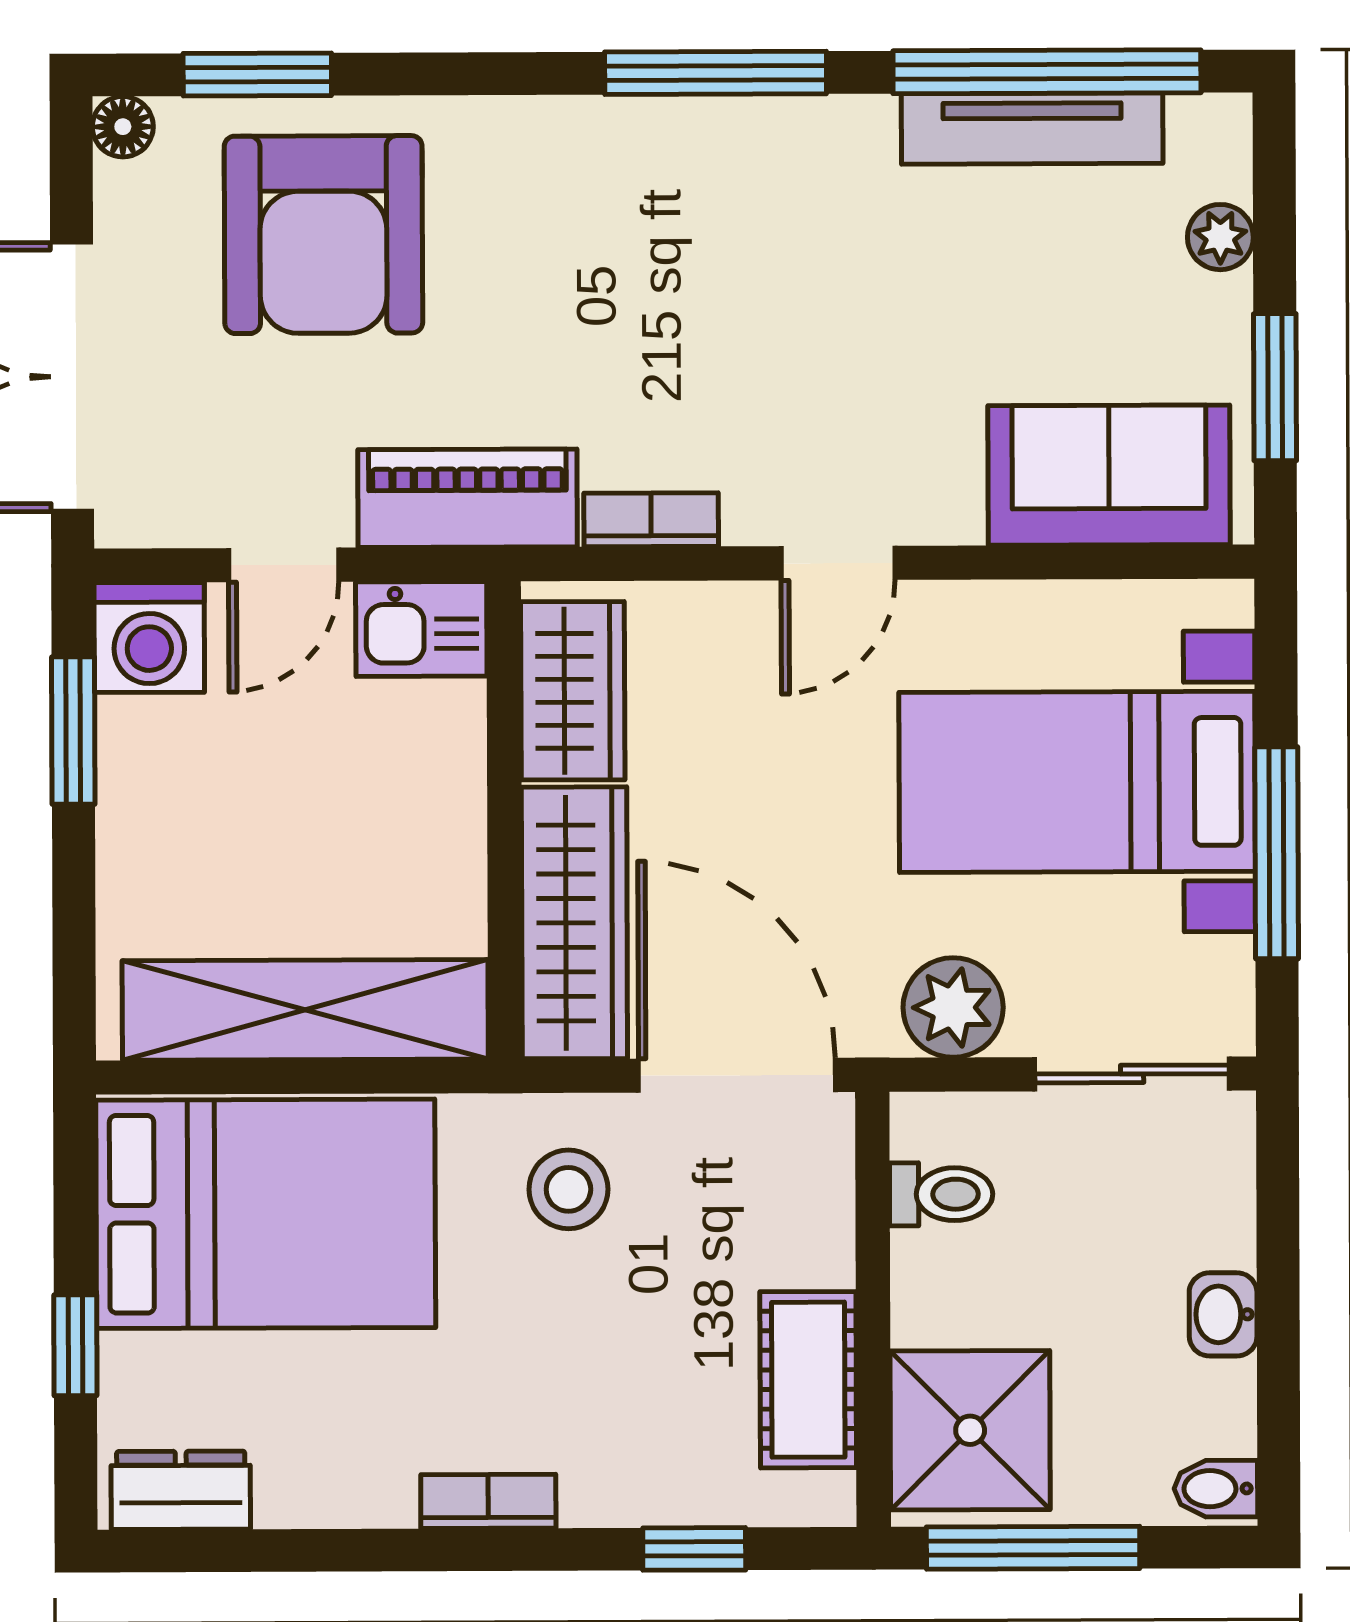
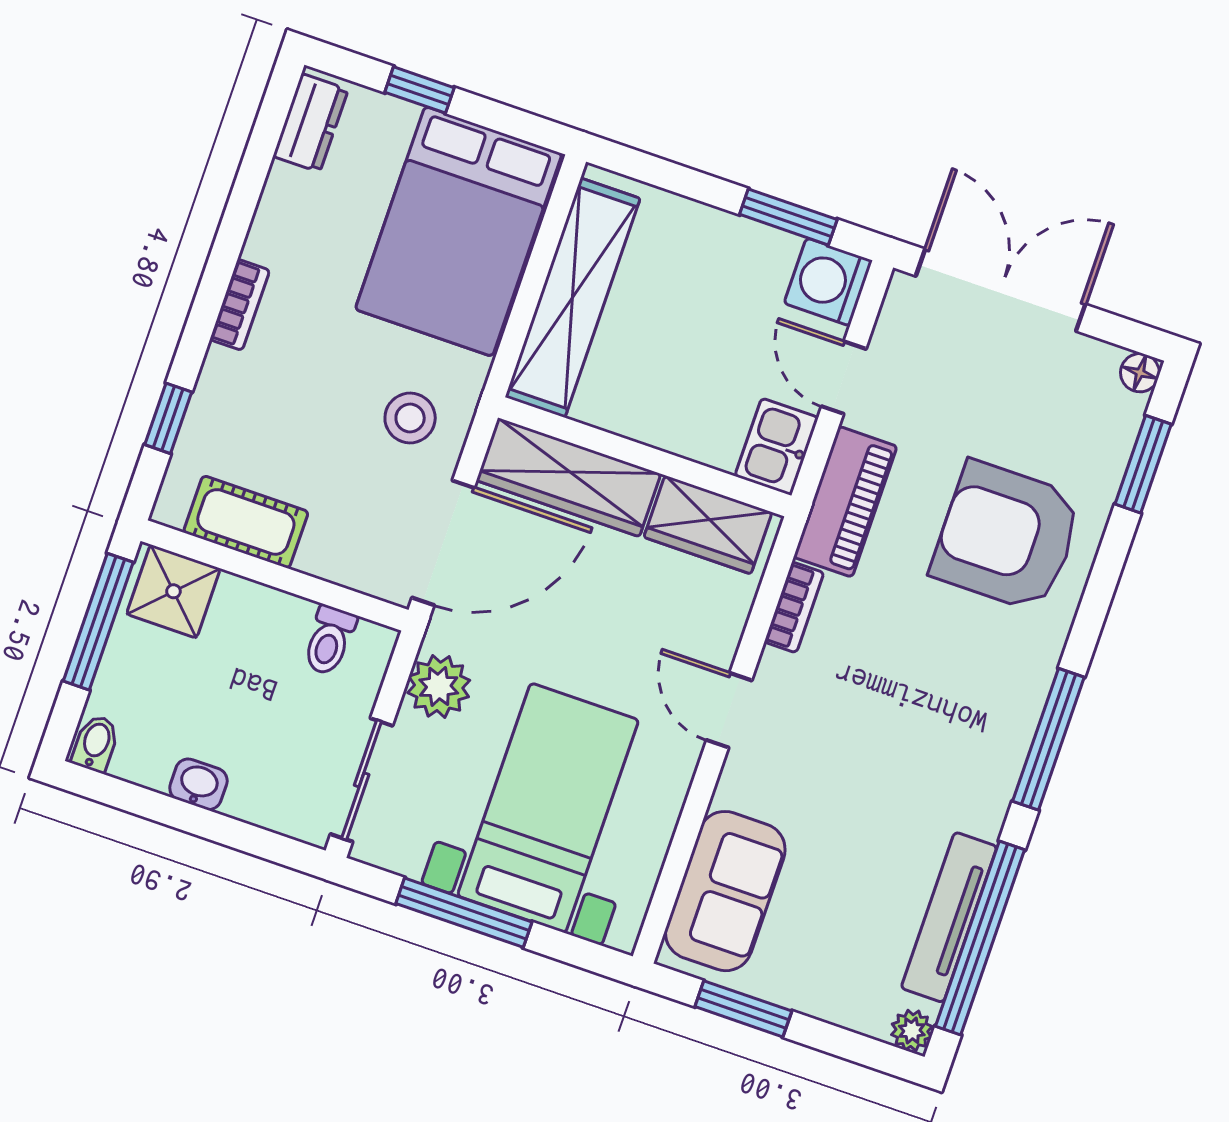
armchair: (323, 235) -> (1007, 536), moved
plant: (1220, 237) -> (912, 1031), moved
shower: (970, 1430) -> (173, 591), width x0.73, depth x0.73

